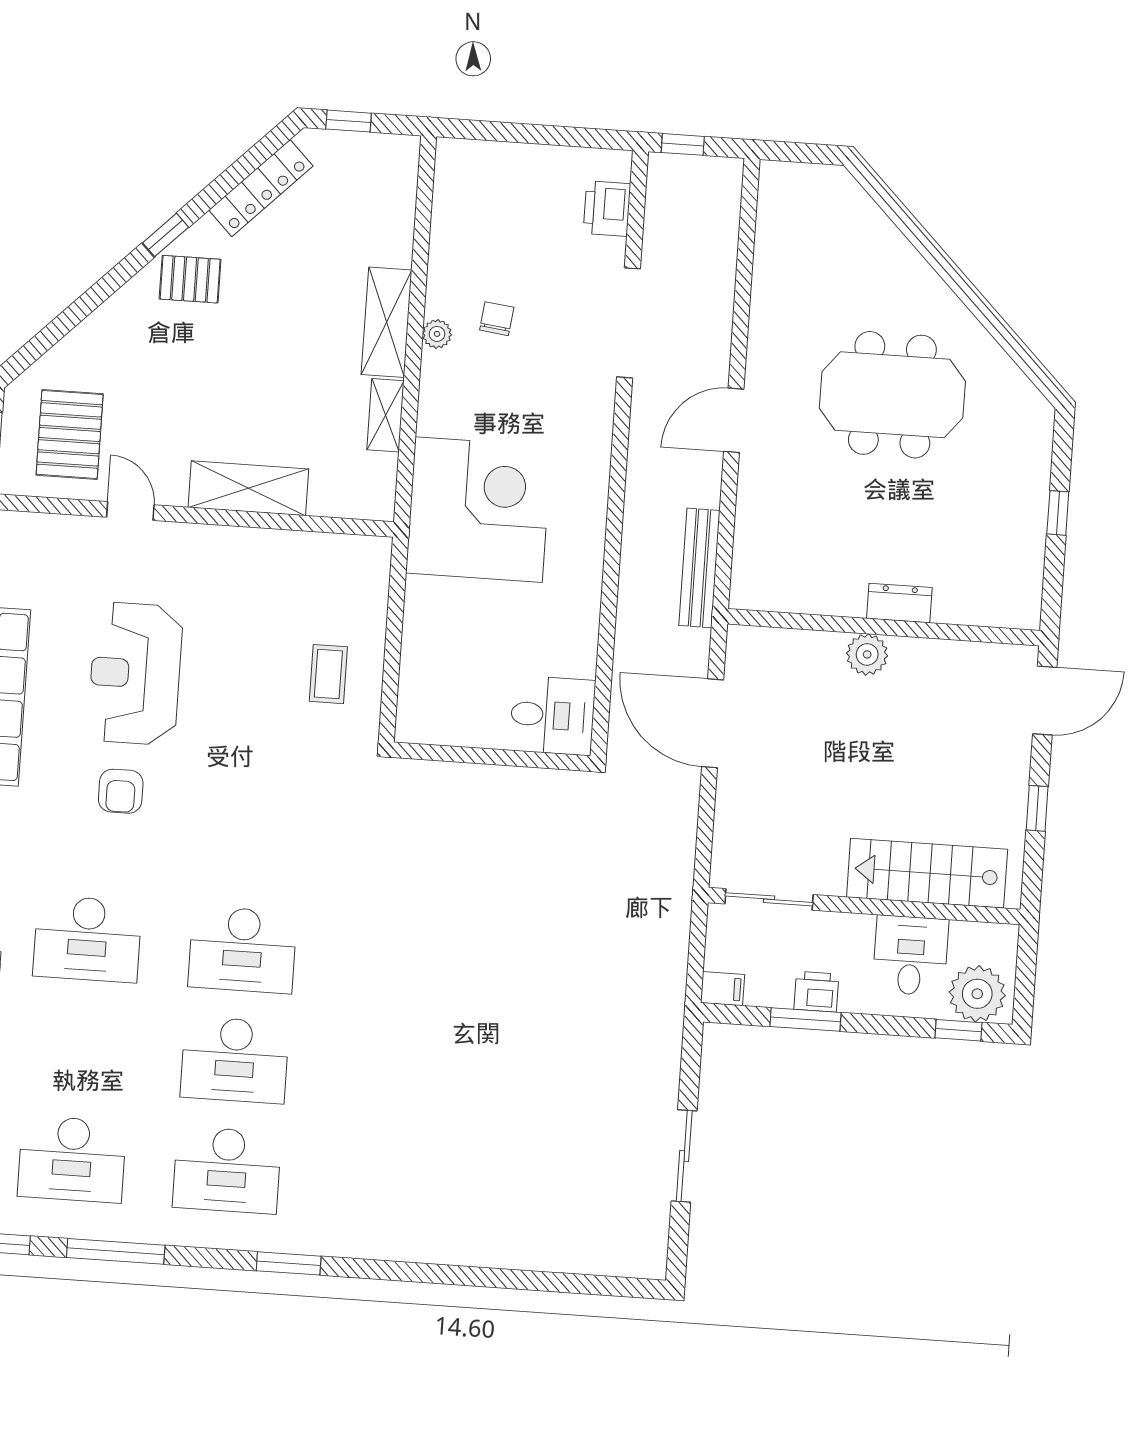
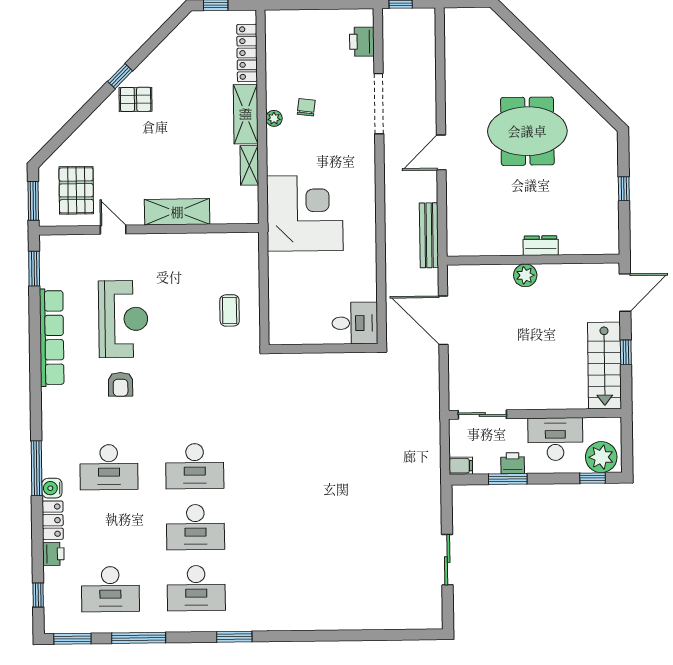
locker: (261, 188) -> (247, 53), moved, turned 135
reception desk: (135, 674) -> (123, 319), turned 180
stairs: (927, 873) -> (604, 366), moved, turned -90
desk: (910, 955) -> (555, 439), width x1.37

